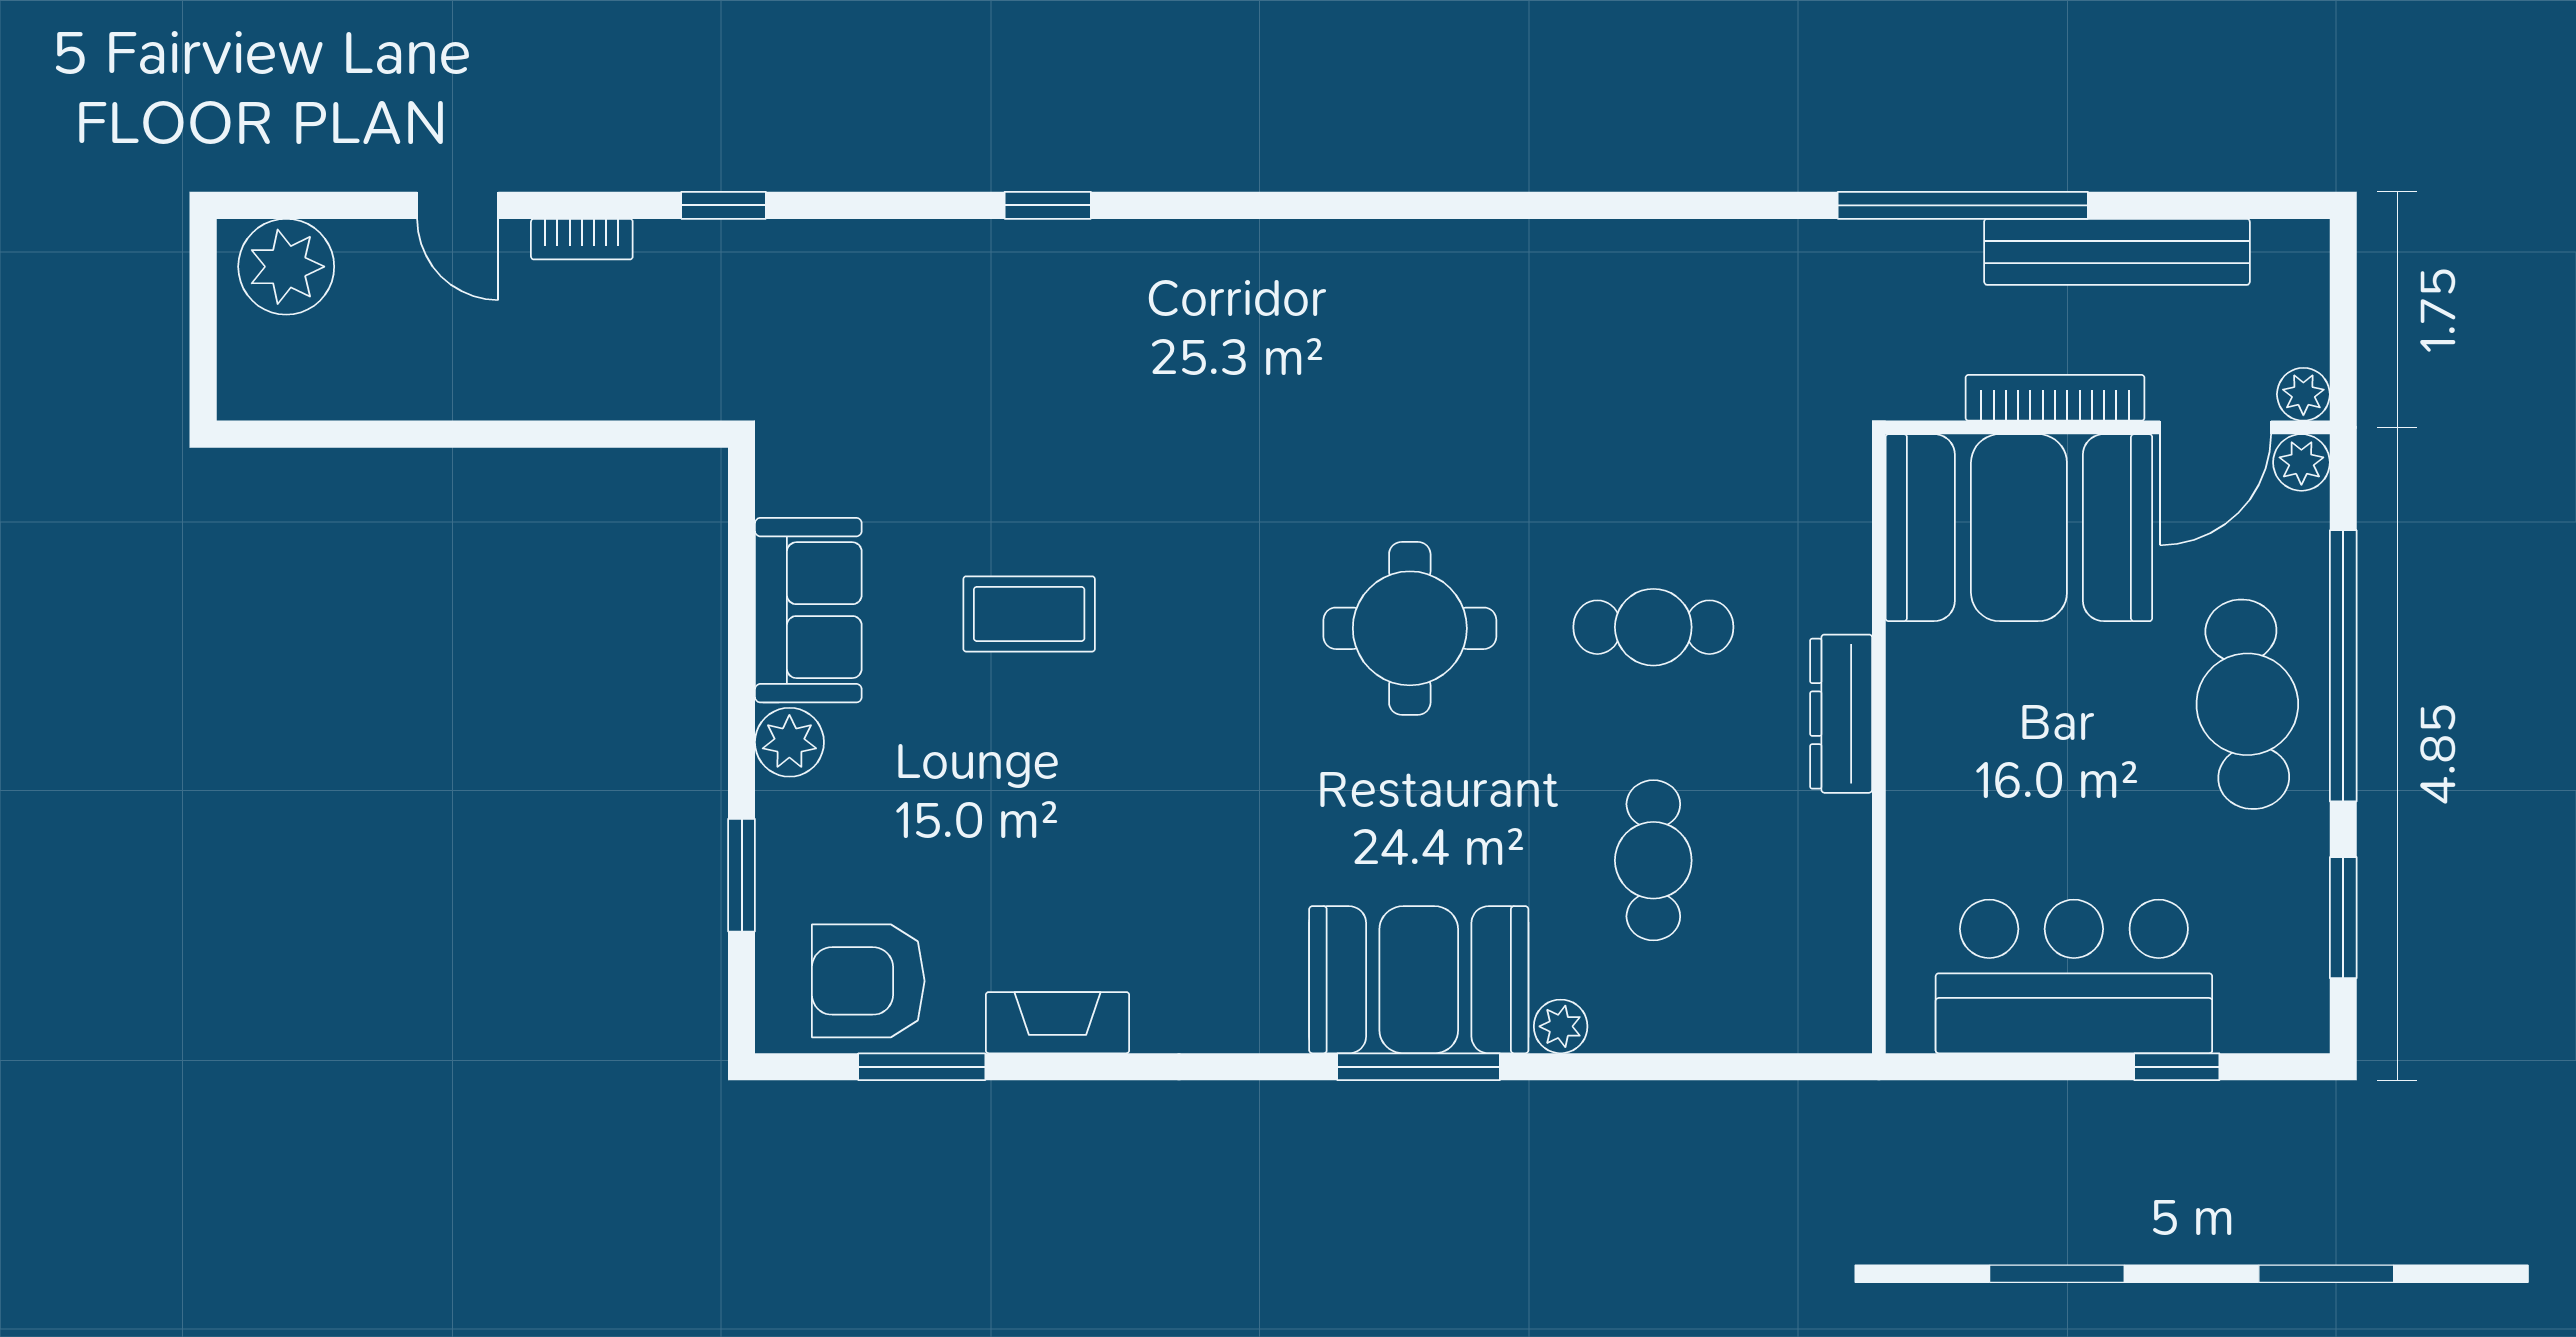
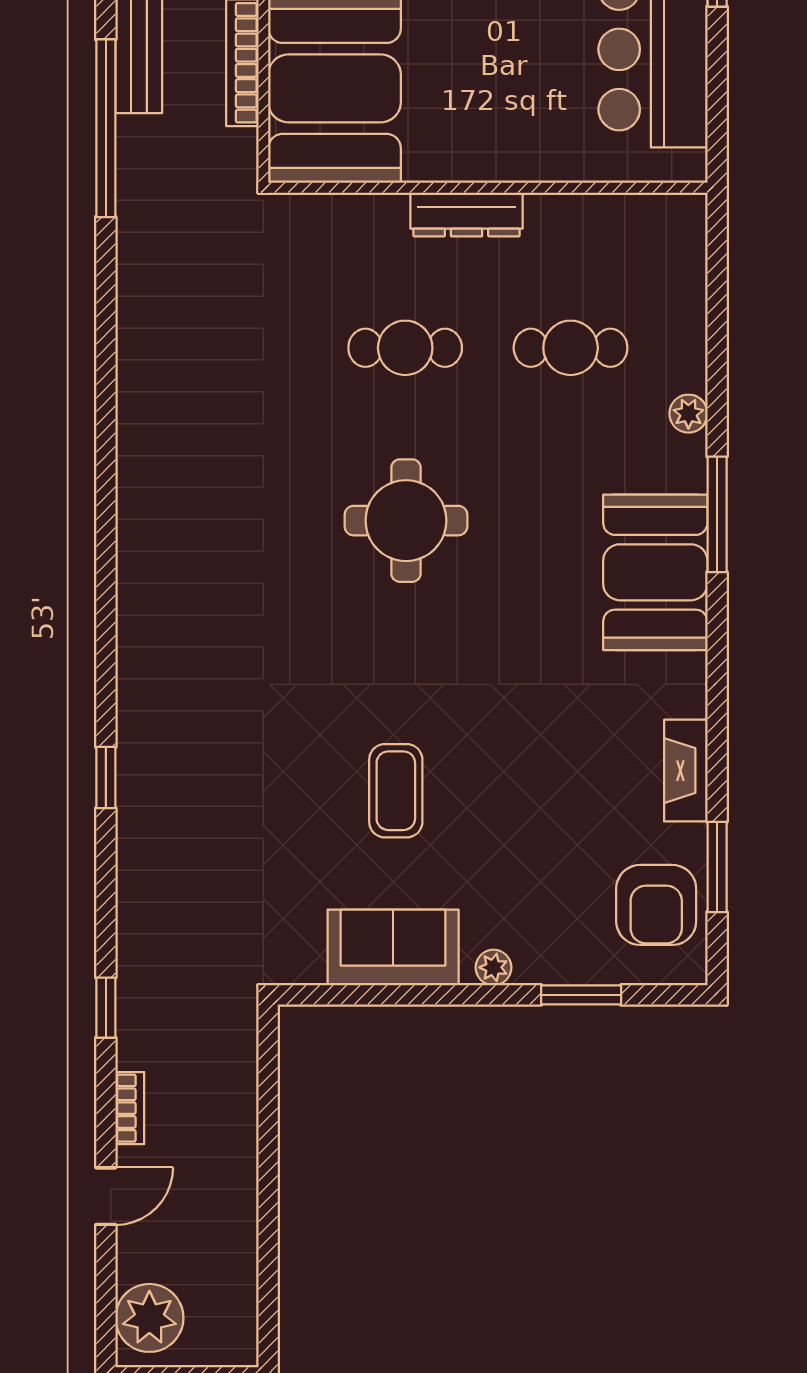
cafe table: (1653, 627) -> (405, 348), turned 90
plant: (789, 742) -> (493, 967), width x0.73, depth x0.73
booth: (1419, 980) -> (655, 572), moved

